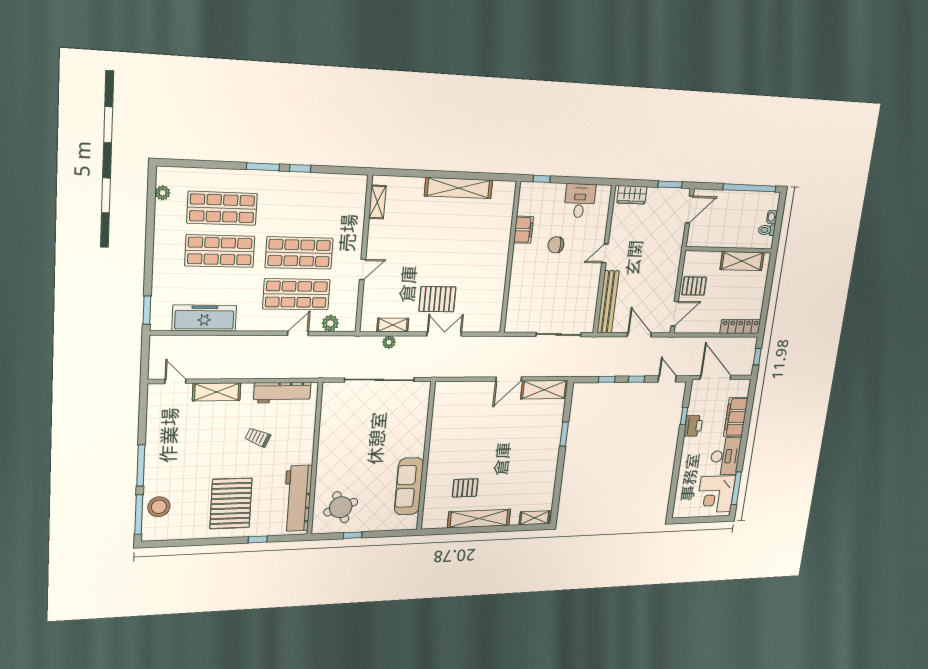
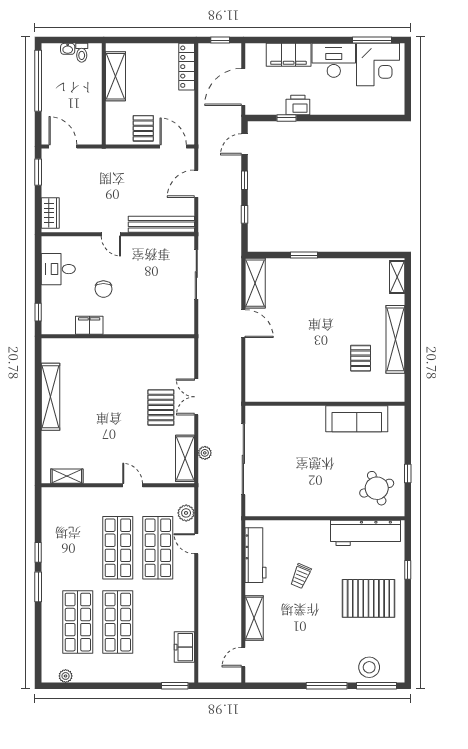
freezer: (204, 318) -> (184, 647), width x0.52, depth x0.79
shelving: (393, 325) -> (185, 458), width x1.50, depth x1.33

